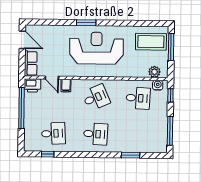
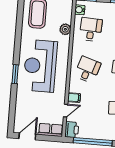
plant: (154, 72) -> (65, 29), moved
desk: (96, 98) -> (87, 70), turned 42

